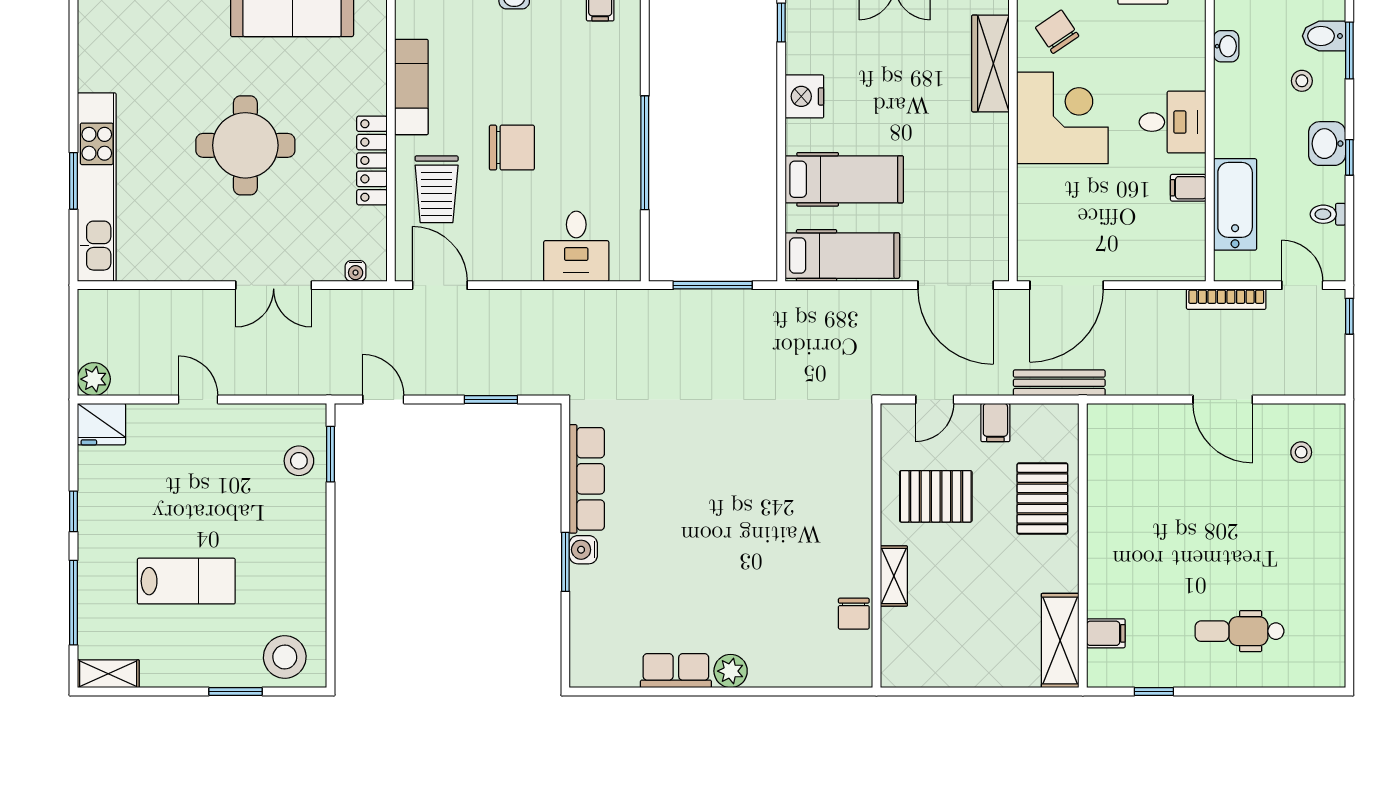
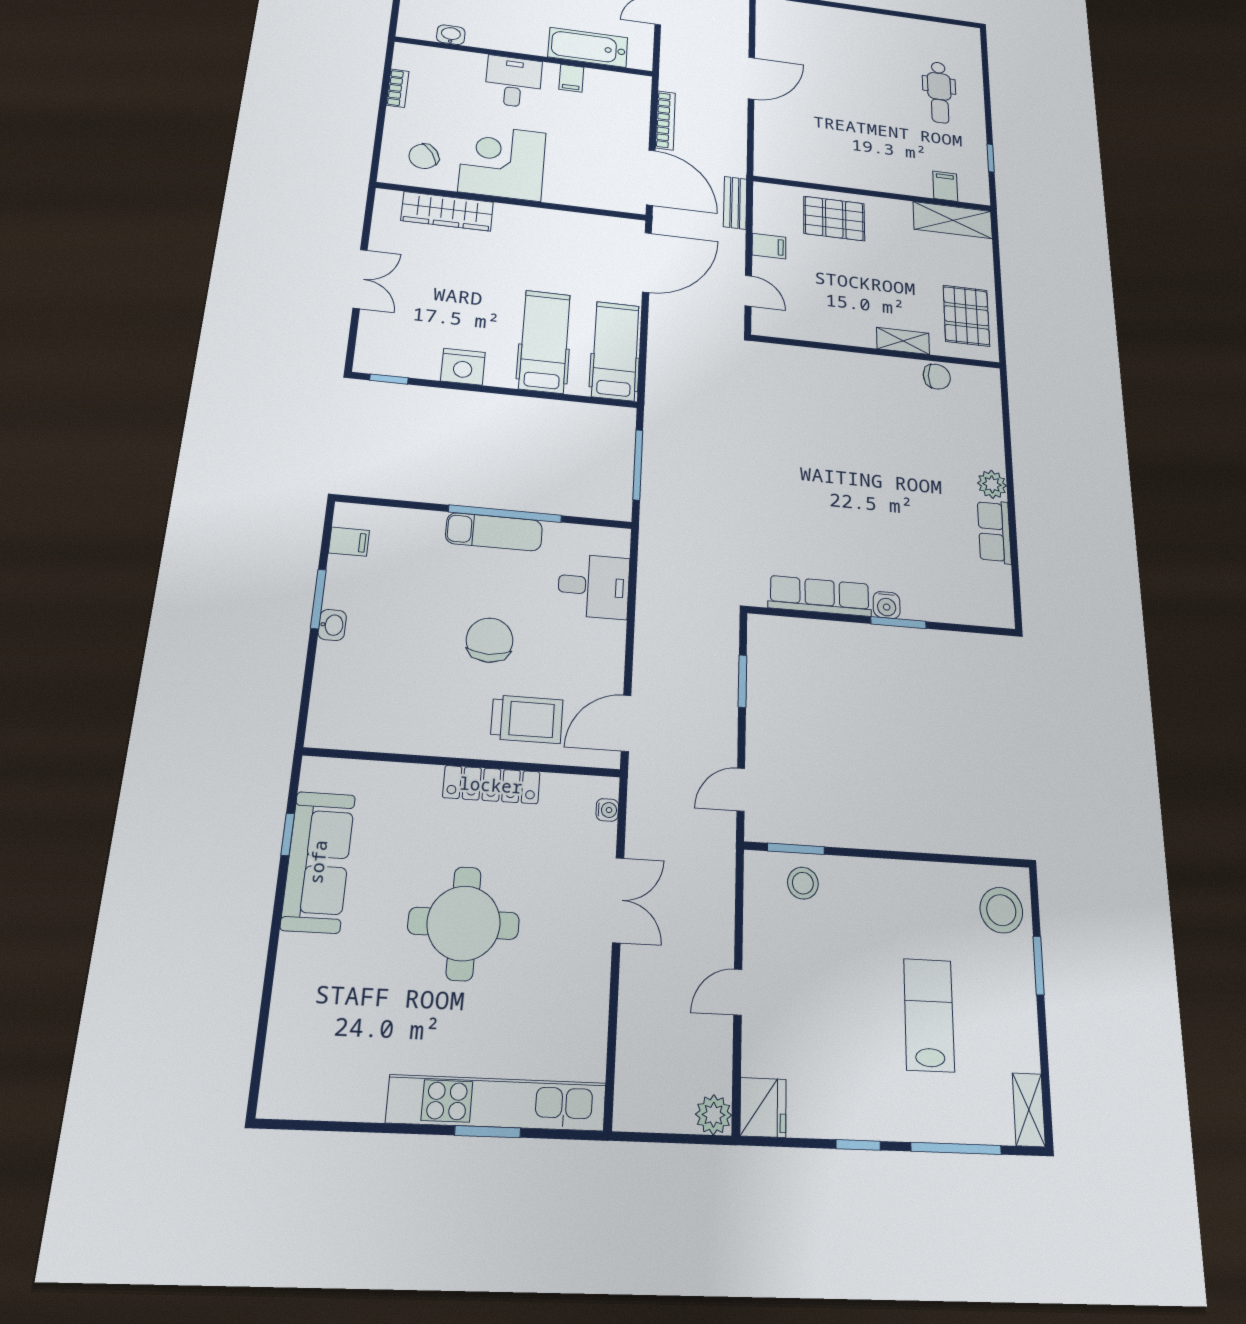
exam couch: (411, 87) -> (494, 532), moved, turned 180
bookcase: (1226, 299) -> (665, 120), moved
bench: (1059, 383) -> (735, 203), width x0.73
stool: (1301, 452) -> (795, 31), removed
pallet: (936, 496) -> (966, 316), moved

